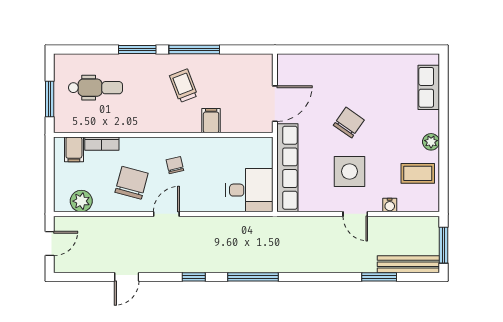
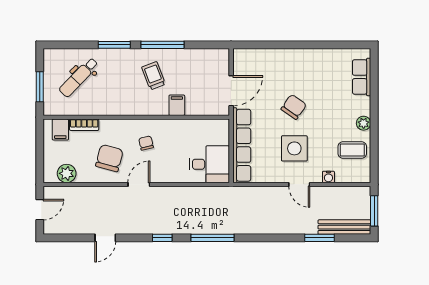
dental chair: (95, 88) -> (79, 77), turned 134

